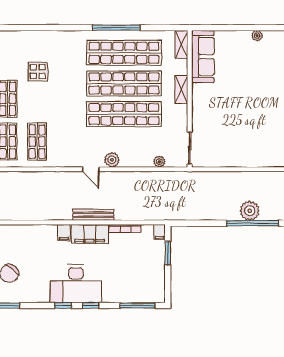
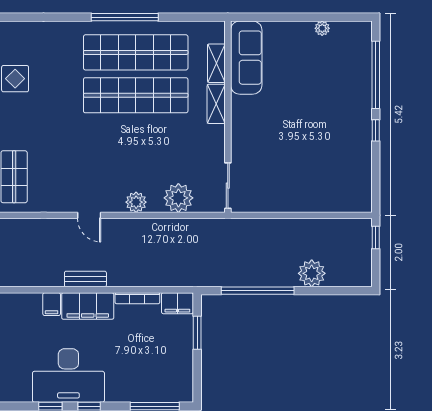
shelving: (182, 45) -> (216, 63), moved
shop shelf: (124, 114) -> (136, 138), removed
plant: (112, 160) -> (136, 202), moved
plant: (159, 162) -> (178, 198), width x1.87, depth x1.87
bench: (93, 215) -> (85, 279), width x0.73
window: (252, 223) -> (258, 291), moved
filing cabinet: (159, 232) -> (177, 303), width x2.00

